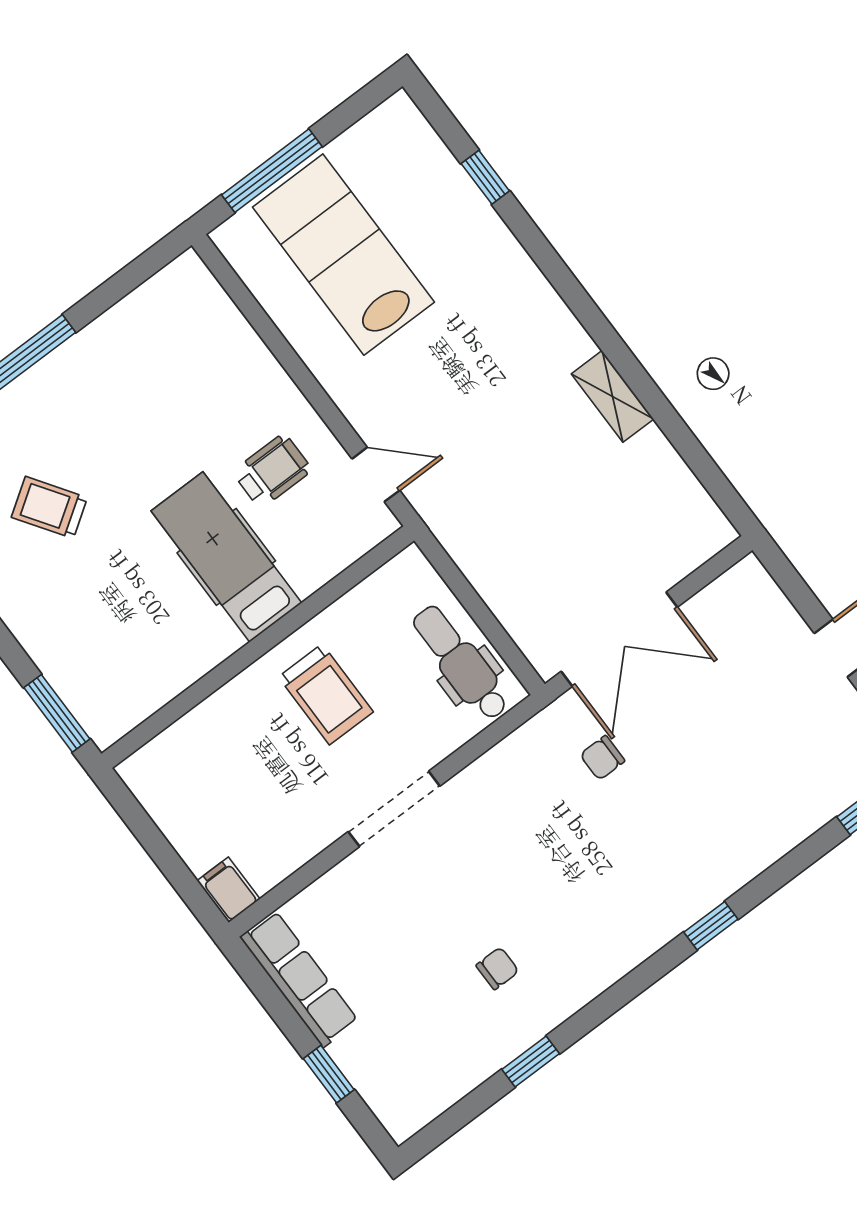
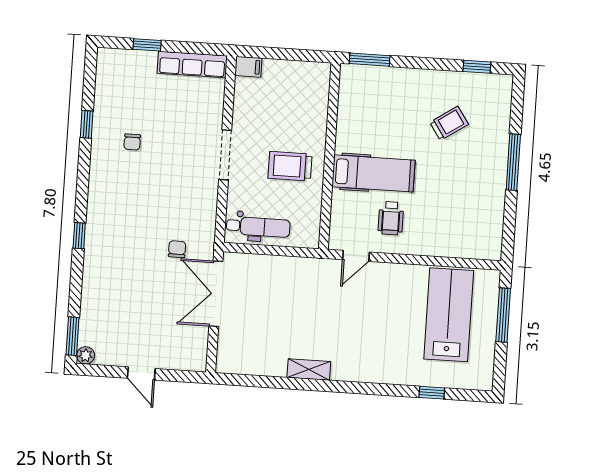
lab bench: (343, 255) -> (449, 315), turned -90

